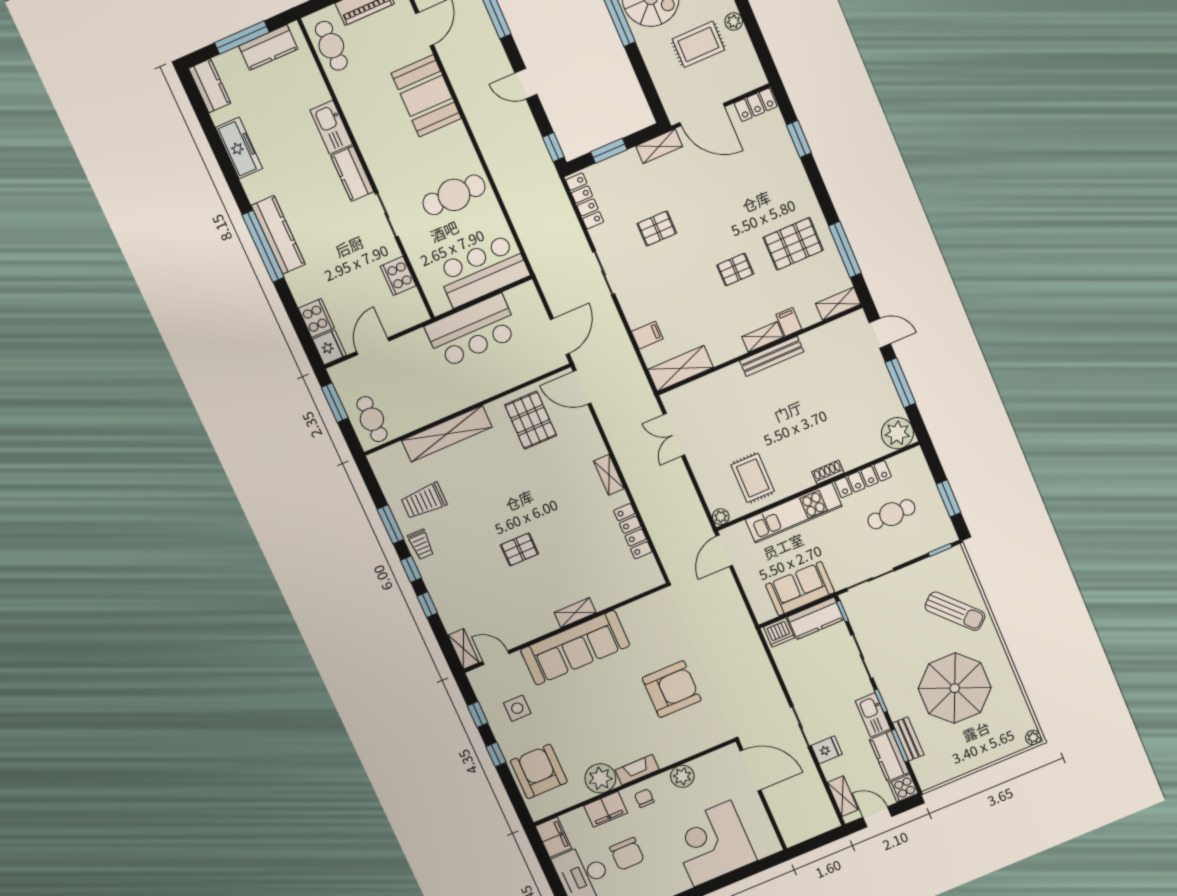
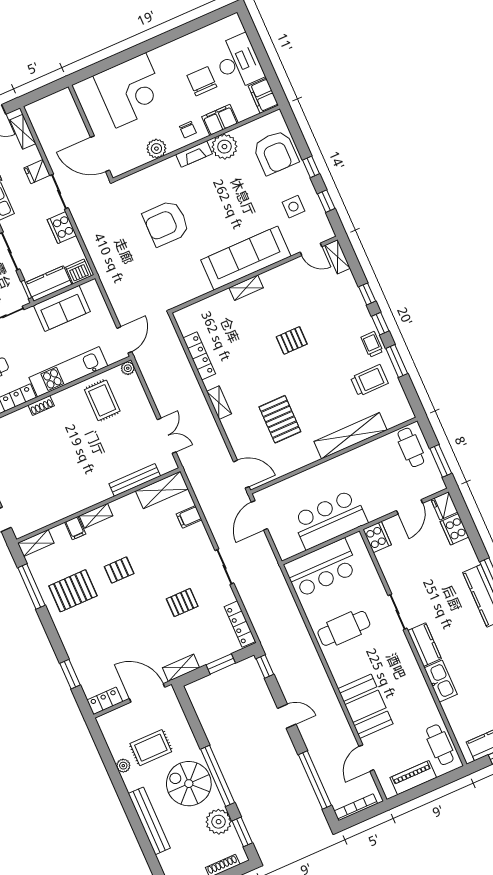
cooker: (398, 276) -> (377, 537), moved
bench: (772, 356) -> (135, 480), moved
pallet: (531, 420) -> (280, 419), moved
cooker: (798, 684) -> (62, 228), added

